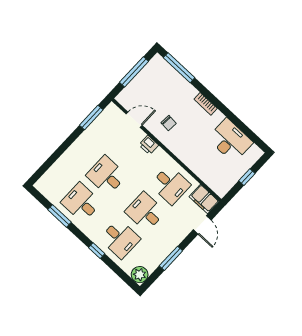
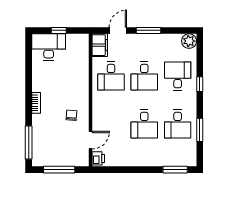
window: (91, 118) -> (175, 170), moved
door: (134, 120) -> (90, 140), swing flipped
desk: (230, 140) -> (49, 47), moved, turned 90
printer: (149, 145) -> (98, 158), moved
desk: (170, 185) -> (111, 76), turned 180
window: (171, 258) -> (148, 30), moved

